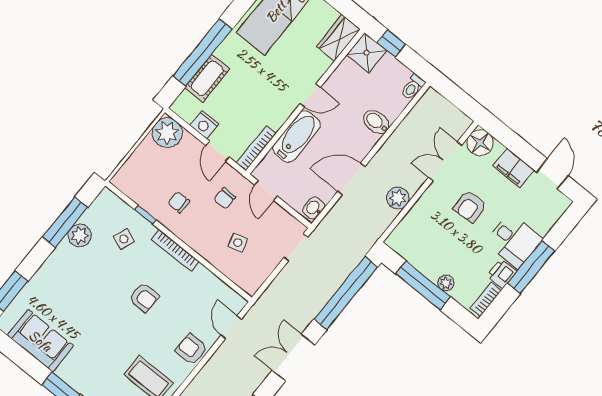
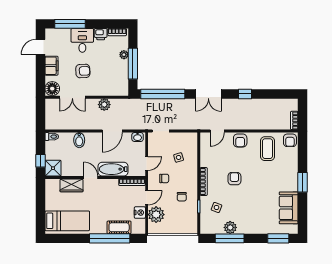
wardrobe: (338, 38) -> (71, 185), moved
plant: (167, 133) -> (156, 215), moved
door: (351, 179) -> (112, 131), hinge flipped
window: (531, 267) -> (70, 24), moved

